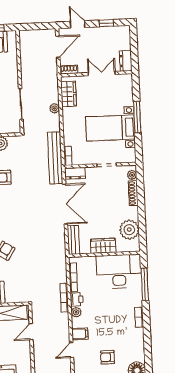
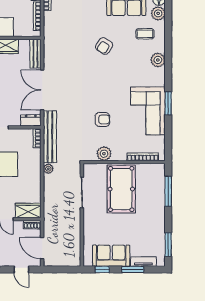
door: (58, 47) -> (42, 248), hinge flipped
wardrobe: (69, 94) -> (28, 211), moved, turned 90
plant: (54, 108) -> (48, 169), moved

